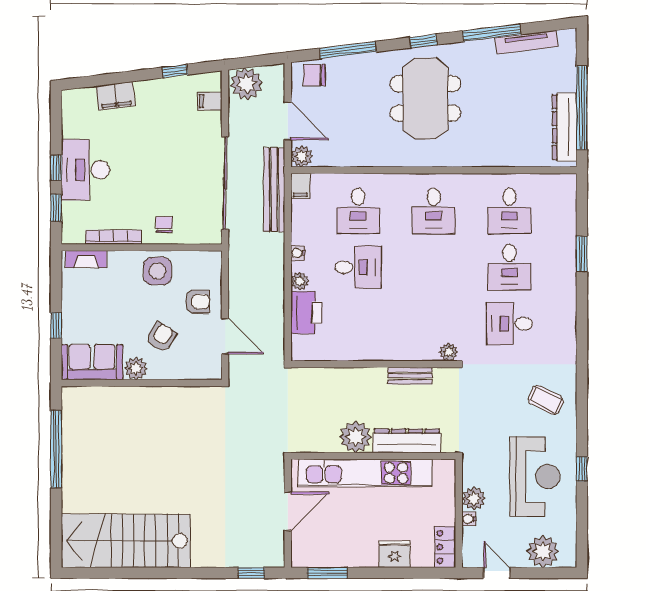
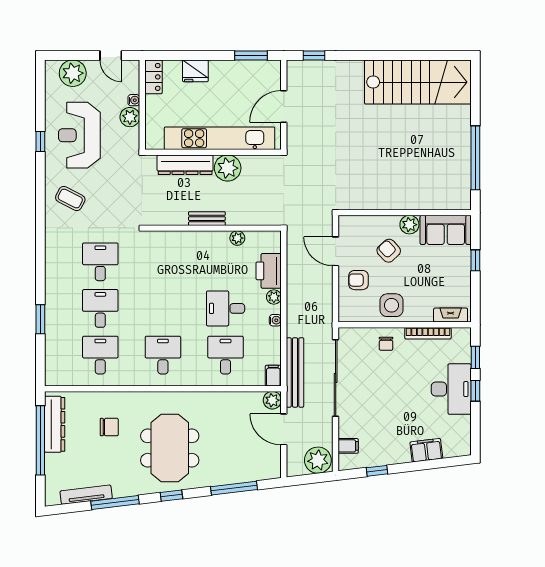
chair: (314, 75) -> (109, 427), moved
desk: (509, 324) -> (100, 262), turned -90
armchair: (161, 337) -> (389, 251), turned 104
plant: (449, 352) -> (237, 238), moved
bench: (410, 376) -> (207, 219), moved

